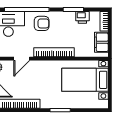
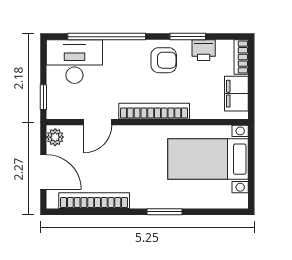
armchair: (42, 23) -> (164, 60), moved

